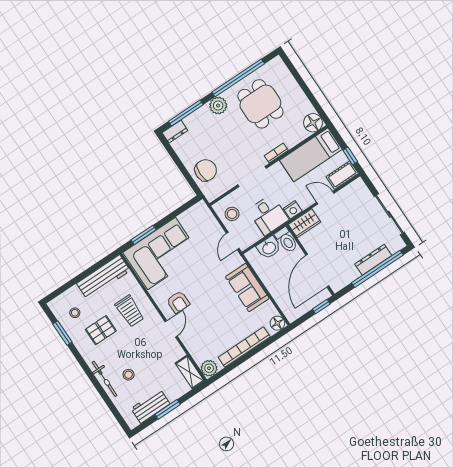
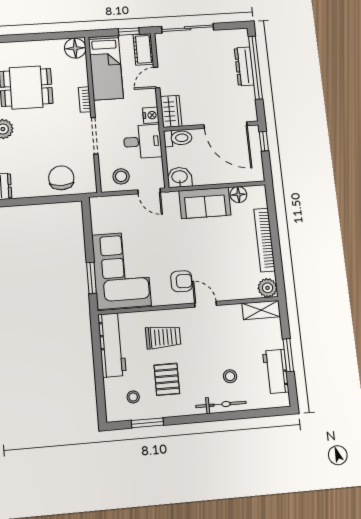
sliding door: (389, 214) -> (188, 28), moved
washbasin: (269, 248) -> (180, 177), moved, turned -90
floor lamp: (277, 323) -> (238, 195), moved

